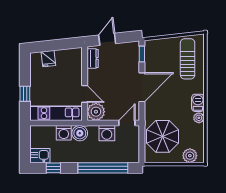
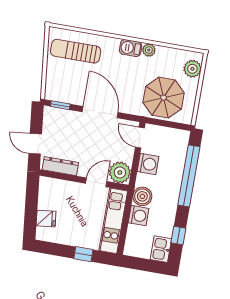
dresser: (93, 58) -> (60, 166), width x1.44

